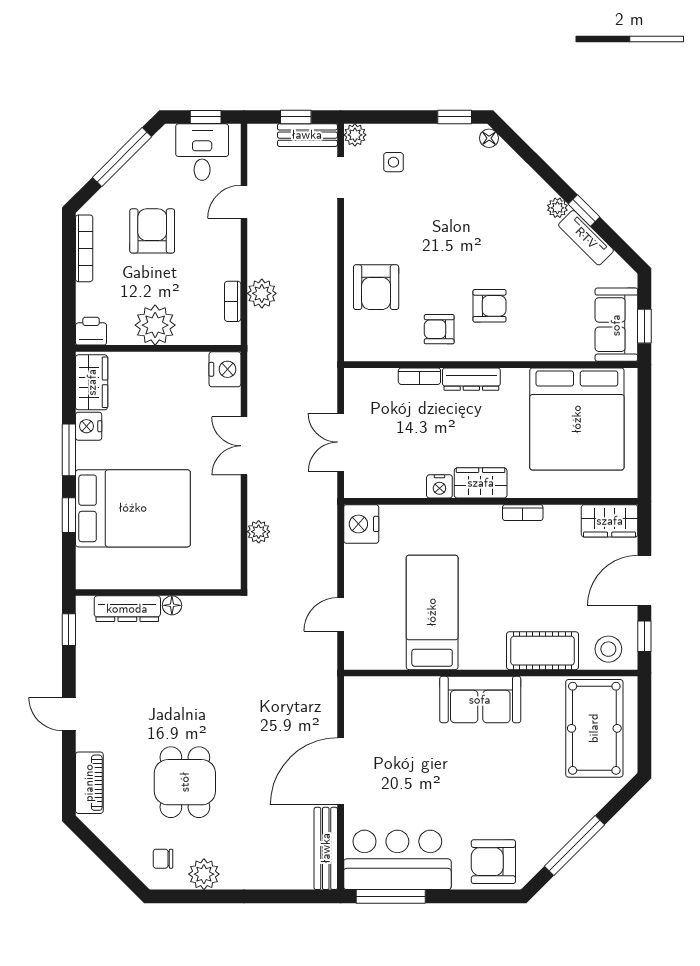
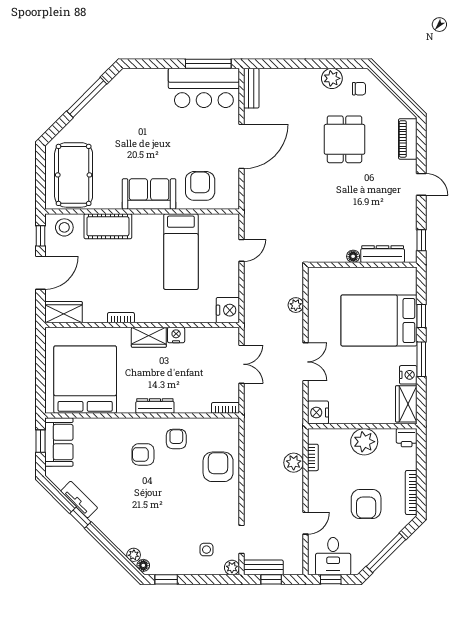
plant: (557, 208) -> (134, 555), moved
armchair: (439, 329) -> (176, 439), turned -90
bookcase: (419, 376) -> (225, 408), moved
bench: (326, 848) -> (251, 88), width x0.73
armchair: (493, 862) -> (200, 186), moved, turned -90

